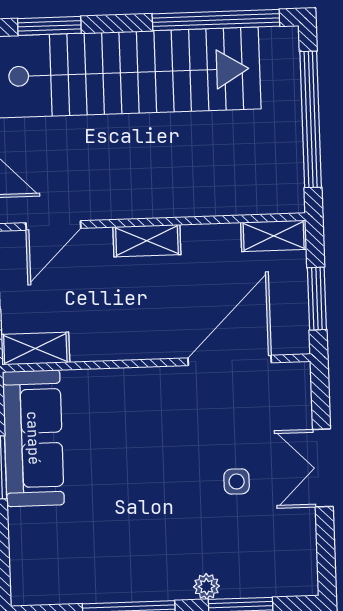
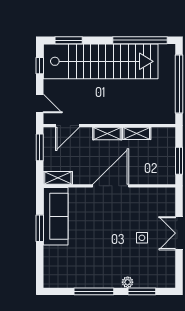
shelving: (274, 236) -> (137, 133), moved
door: (230, 360) -> (111, 186), moved

